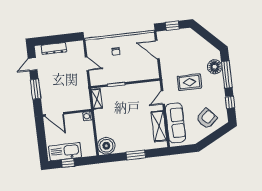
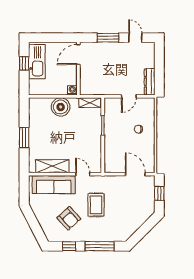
dresser: (54, 48) -> (150, 82), moved
door: (157, 50) -> (135, 174), hinge flipped
floor lamp: (215, 67) -> (109, 234), removed
armchair: (207, 119) -> (69, 218), moved
boiler: (106, 146) -> (61, 107), moved

